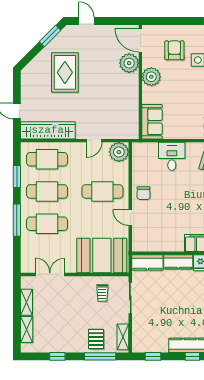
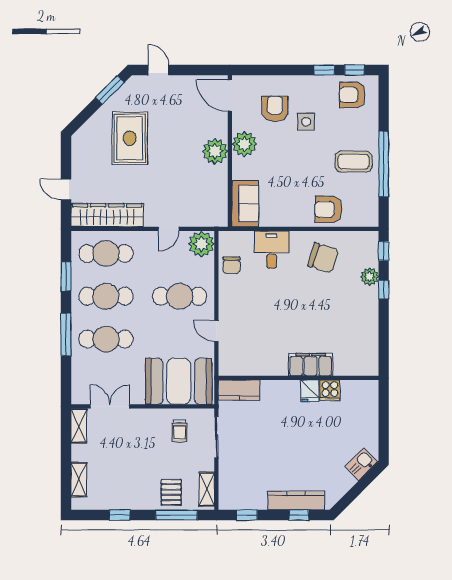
plant: (129, 63) -> (215, 151), moved
chair: (144, 193) -> (232, 265), moved
kitchen counter: (178, 262) -> (280, 390), removed
shelving: (27, 302) -> (79, 426), moved

